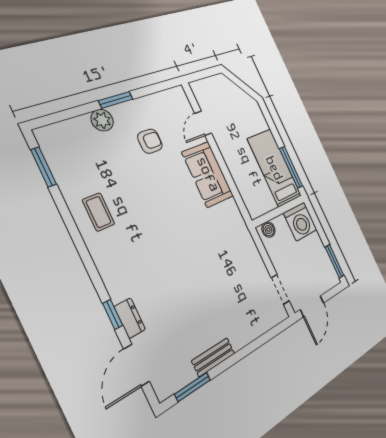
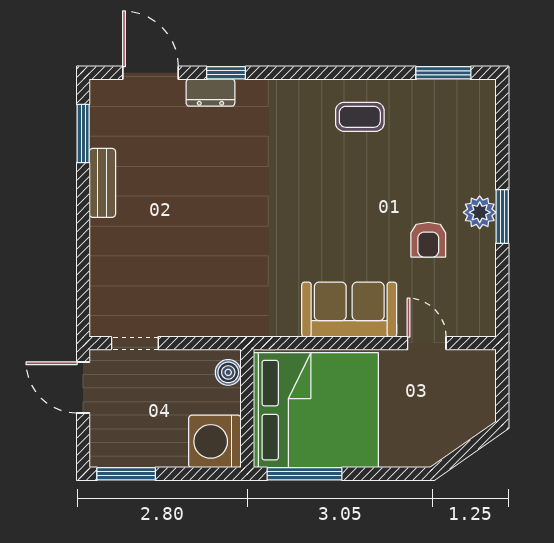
plant: (102, 120) -> (480, 212), moved
bed: (274, 168) -> (316, 410), width x2.04

